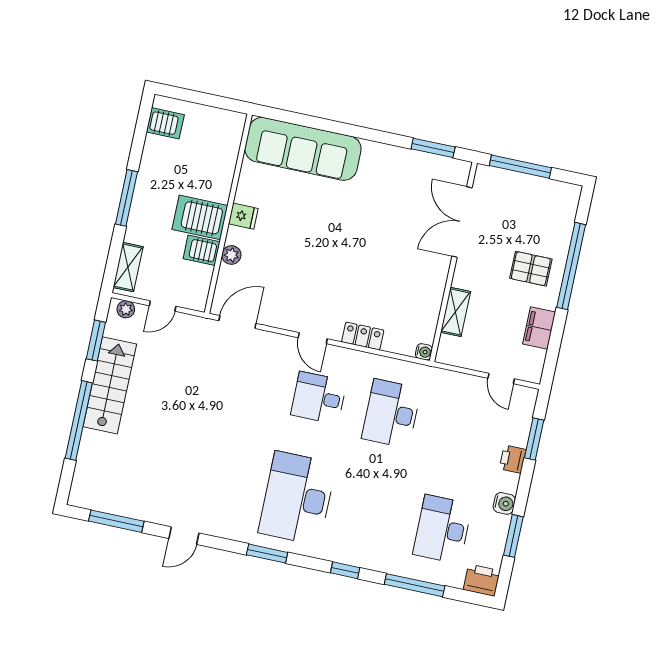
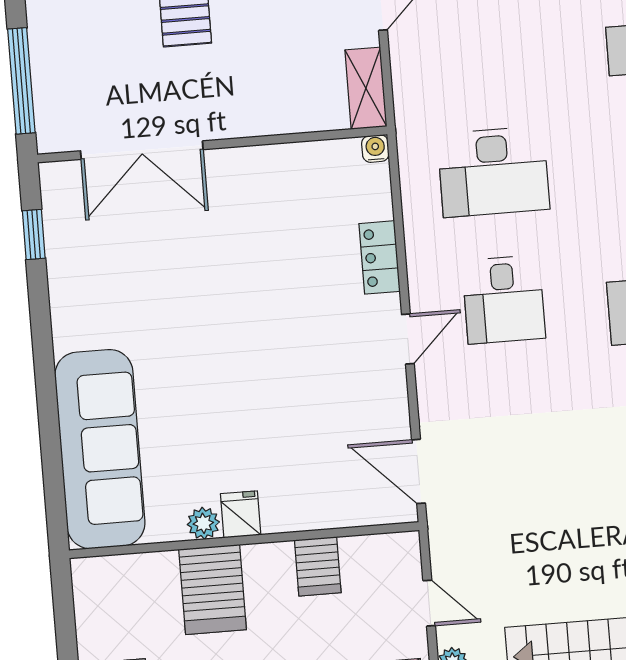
window: (433, 148) -> (34, 234), width x0.67
server rack: (200, 217) -> (213, 589), moved
plant: (231, 255) -> (203, 523), moved
shelving: (456, 312) -> (366, 88), moved, turned 90

